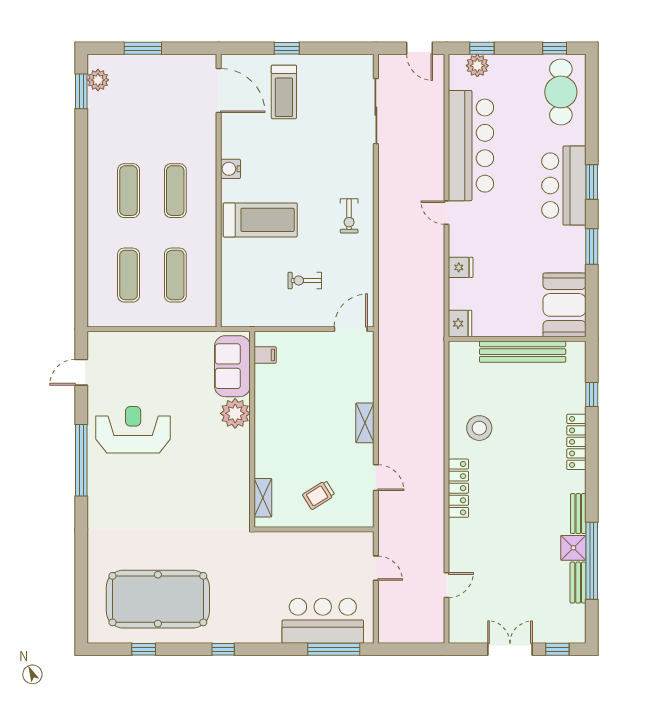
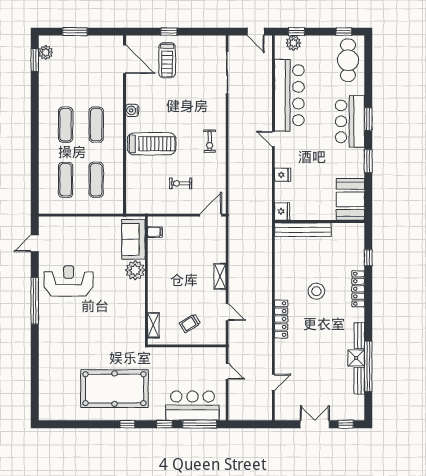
bench: (523, 352) -> (303, 230), moved
stool: (479, 428) -> (316, 291), moved
pool table: (158, 599) -> (115, 389), moved
window: (144, 649) -> (164, 424), moved

